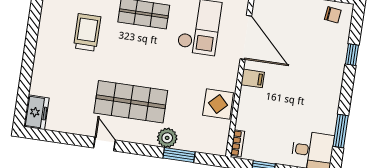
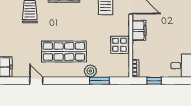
filing cabinet: (253, 78) -> (139, 30), width x2.00
door: (105, 144) -> (36, 81), moved

